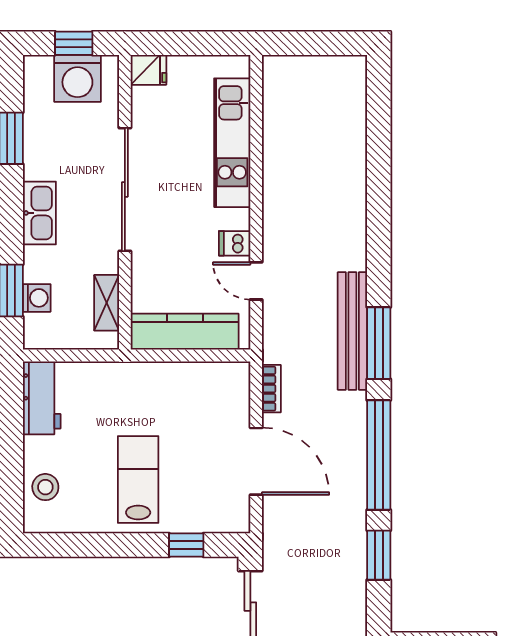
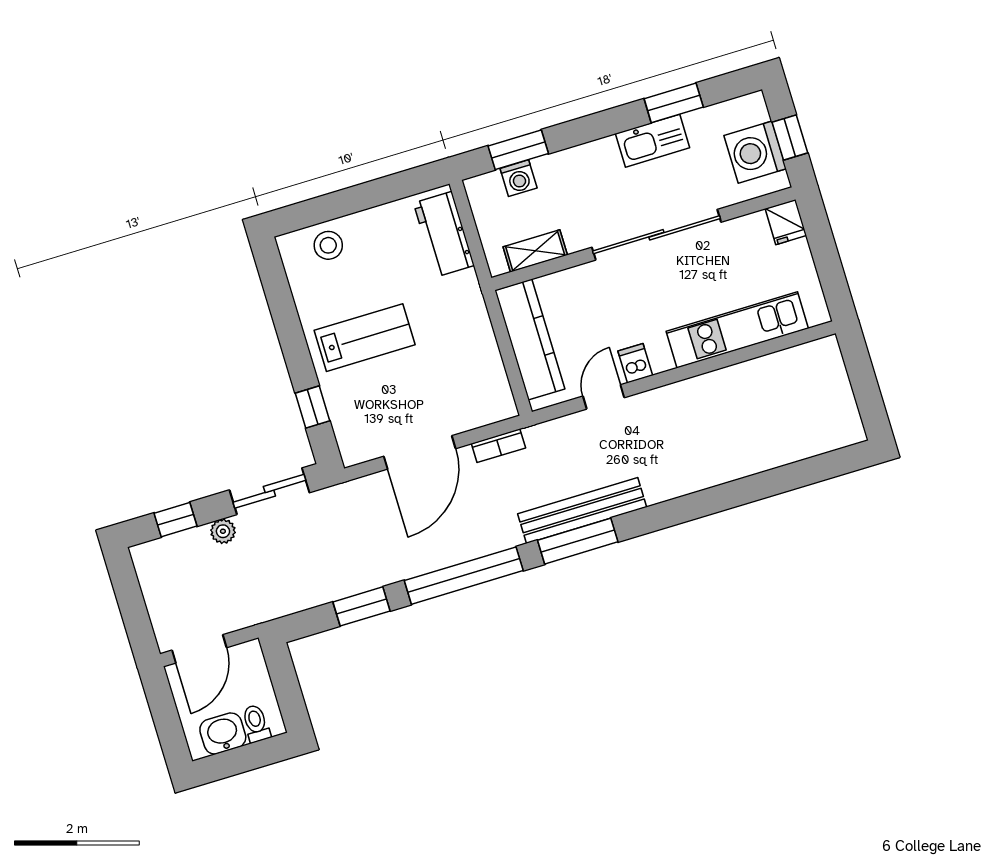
kitchen sink: (39, 213) -> (653, 141), moved
workbench: (42, 398) -> (444, 234), moved, turned 90

